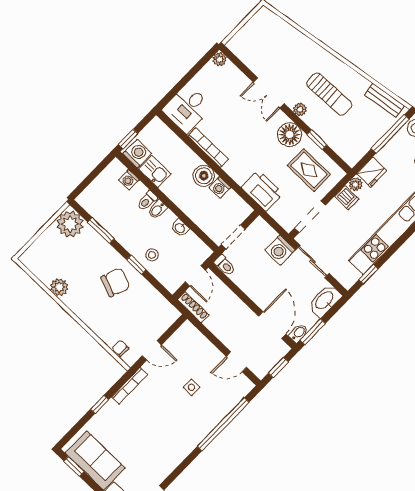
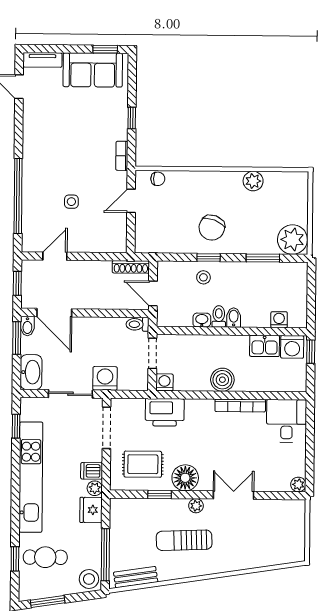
washing machine: (220, 187) -> (164, 382), moved
toilet: (147, 201) -> (219, 316), moved
bookcase: (130, 386) -> (122, 156), width x0.64

